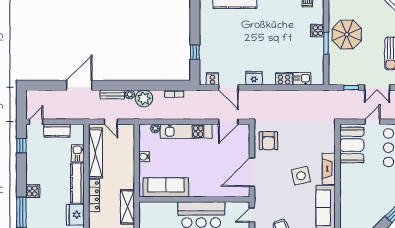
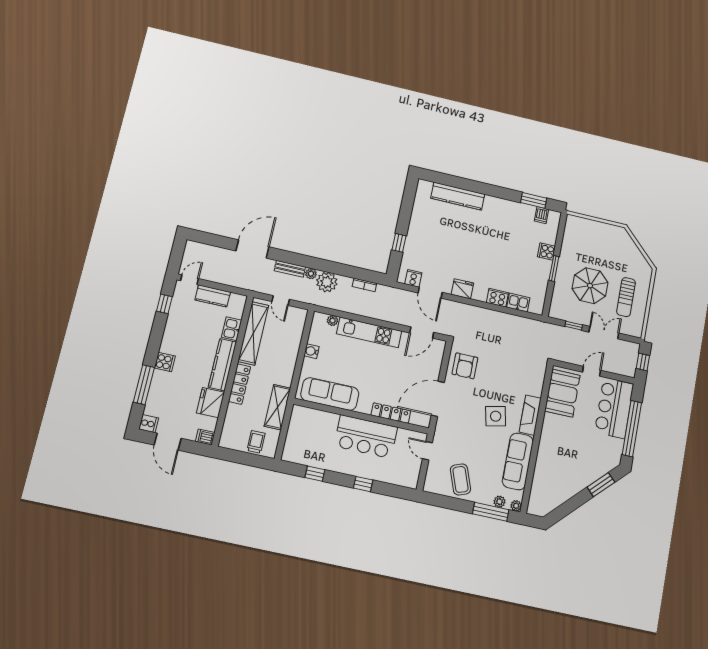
parasol: (347, 35) -> (590, 286), moved
double door: (377, 87) -> (604, 333), swing flipped
locker: (217, 192) -> (391, 413), added
door: (252, 215) -> (427, 451), hinge flipped

